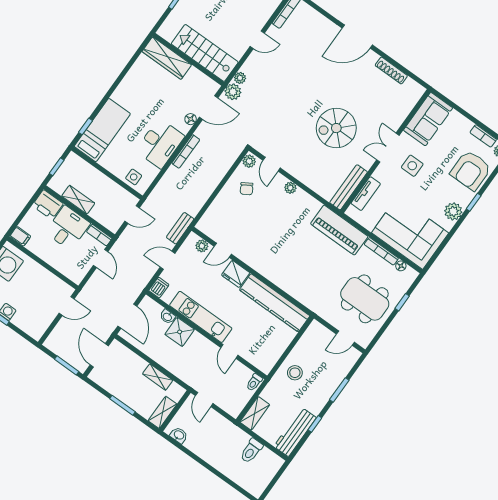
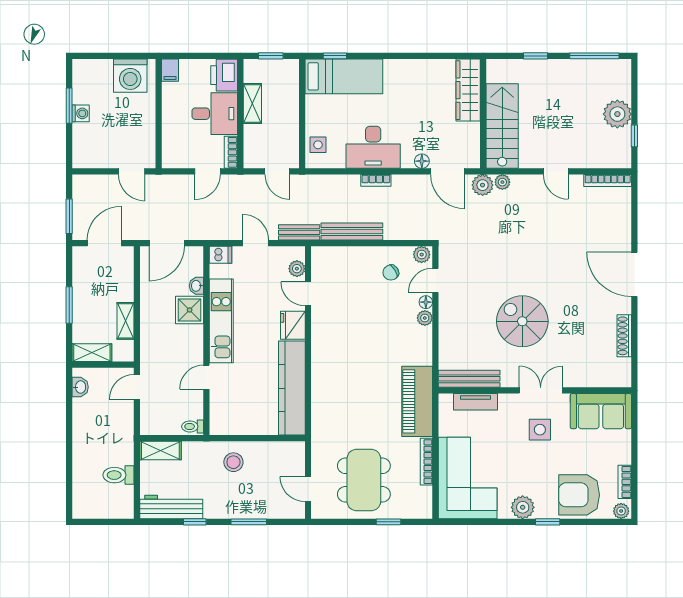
bookcase: (186, 151) -> (376, 180), width x0.64
bench: (203, 195) -> (352, 232), added
floor lamp: (401, 266) -> (426, 302), moved

